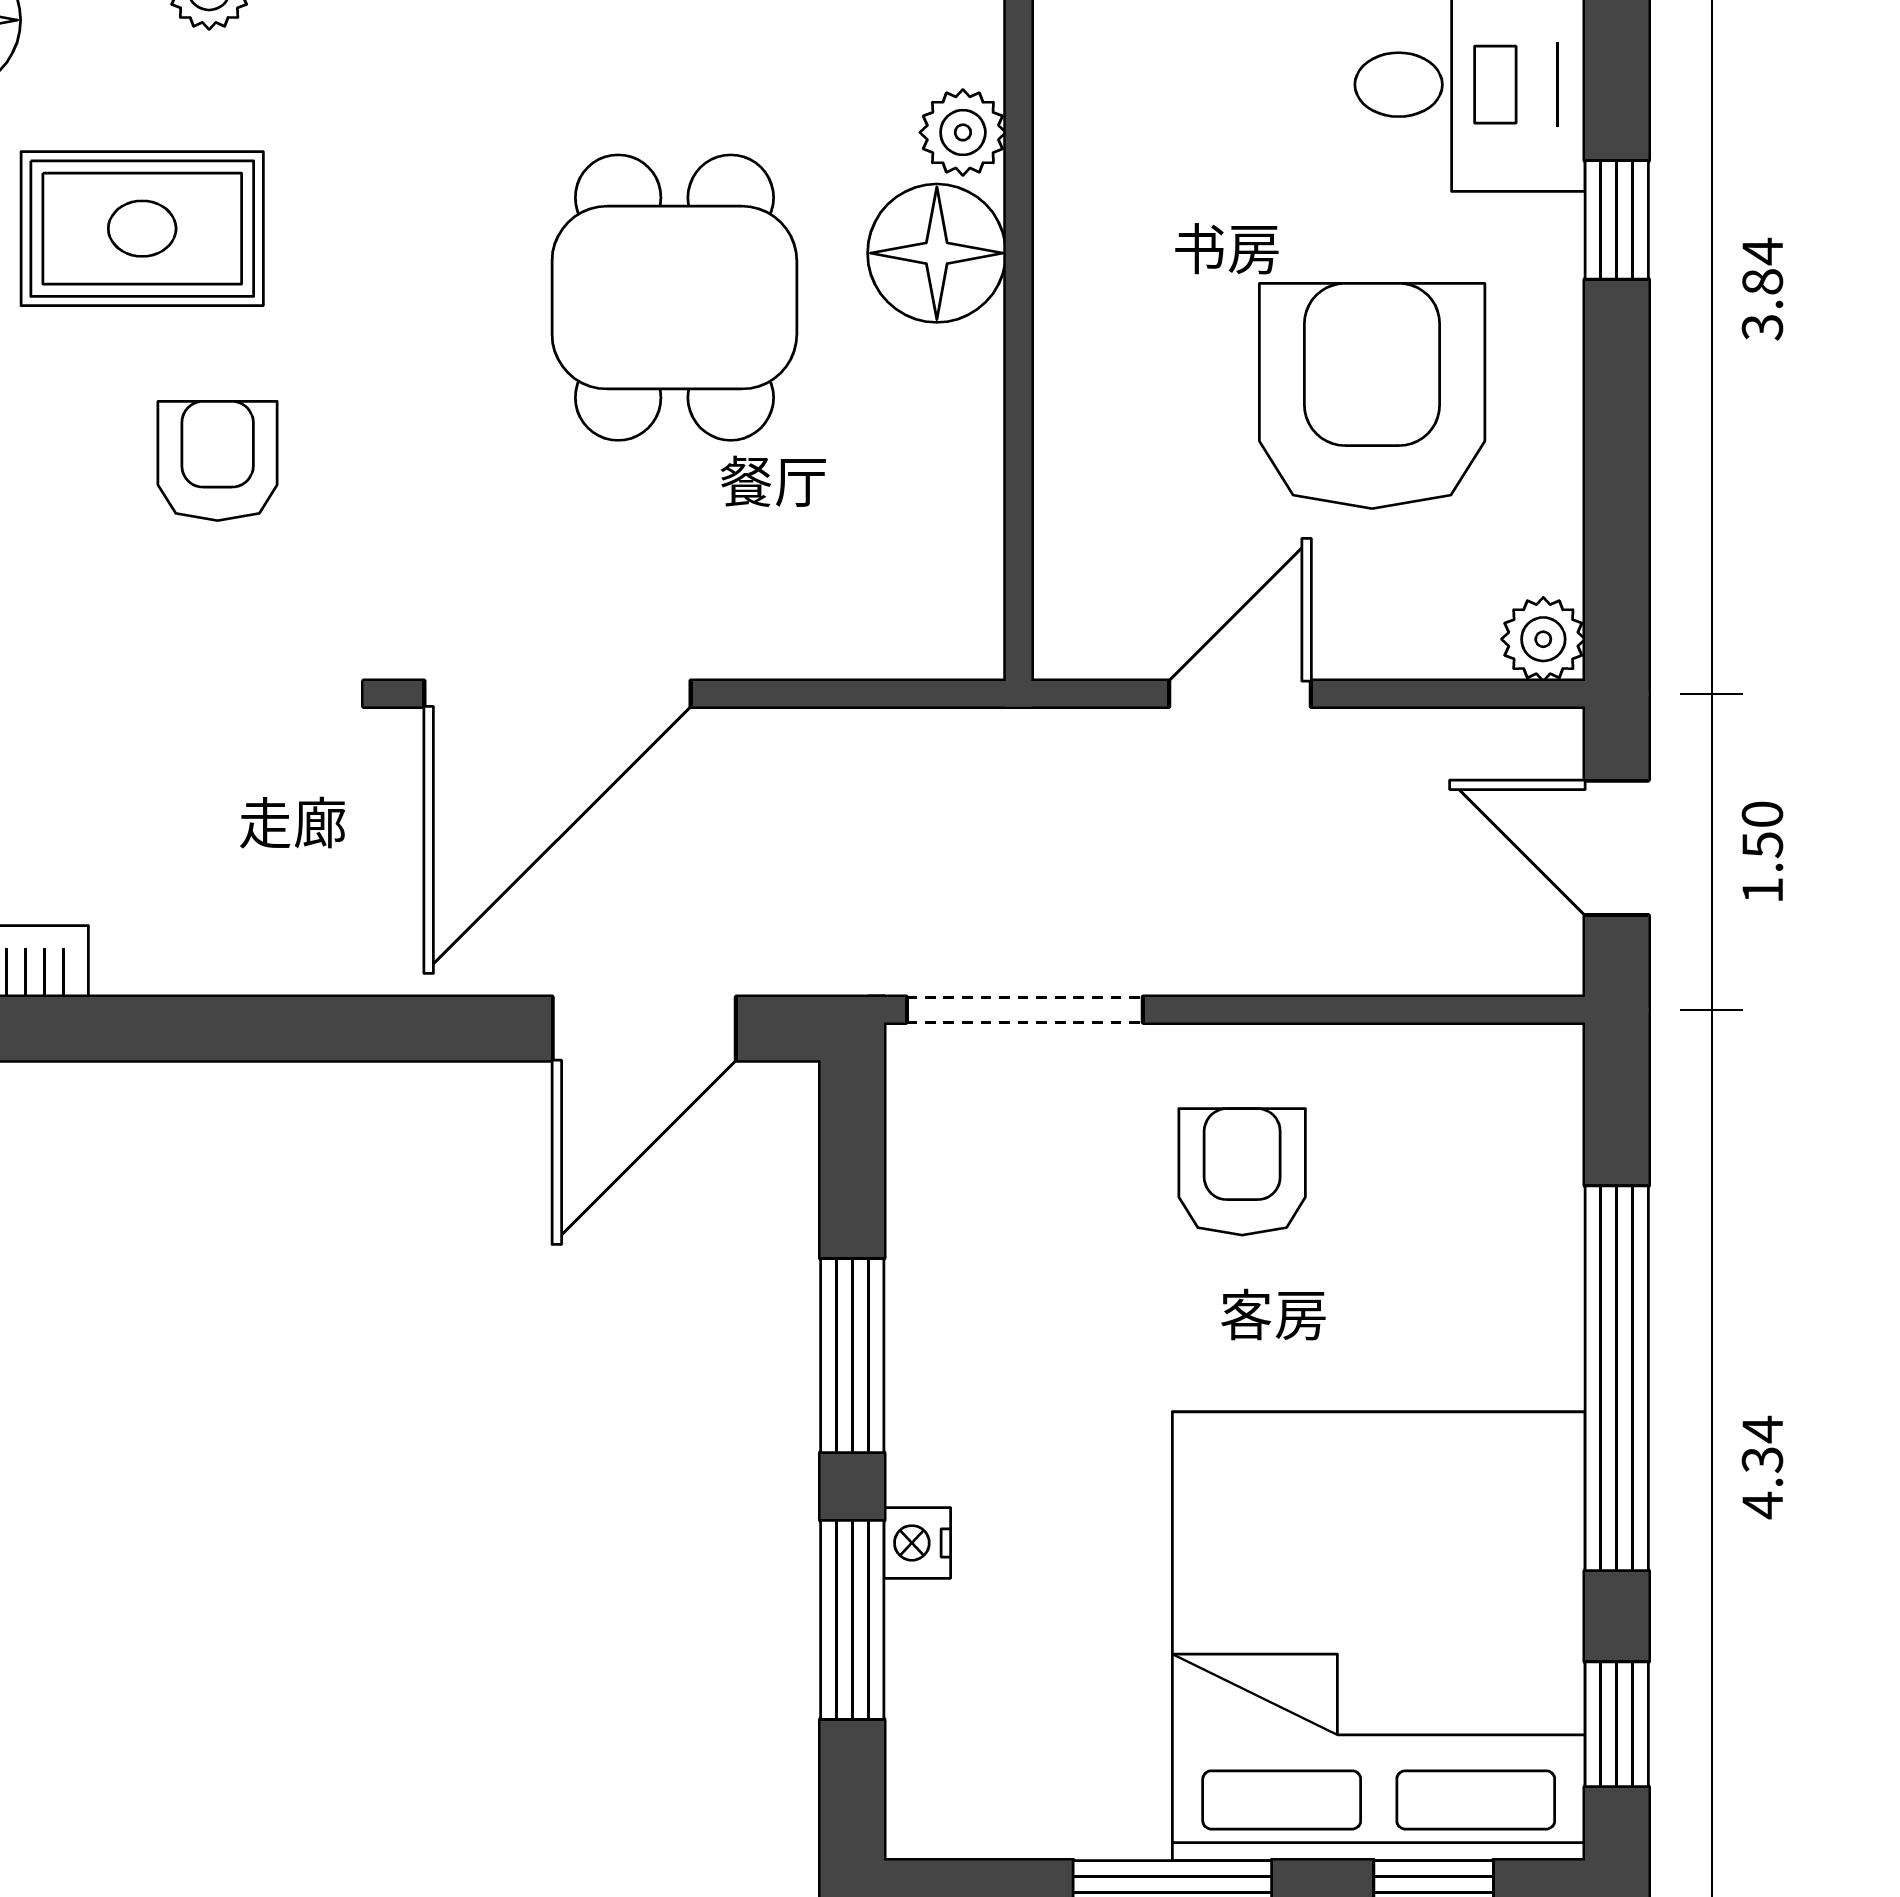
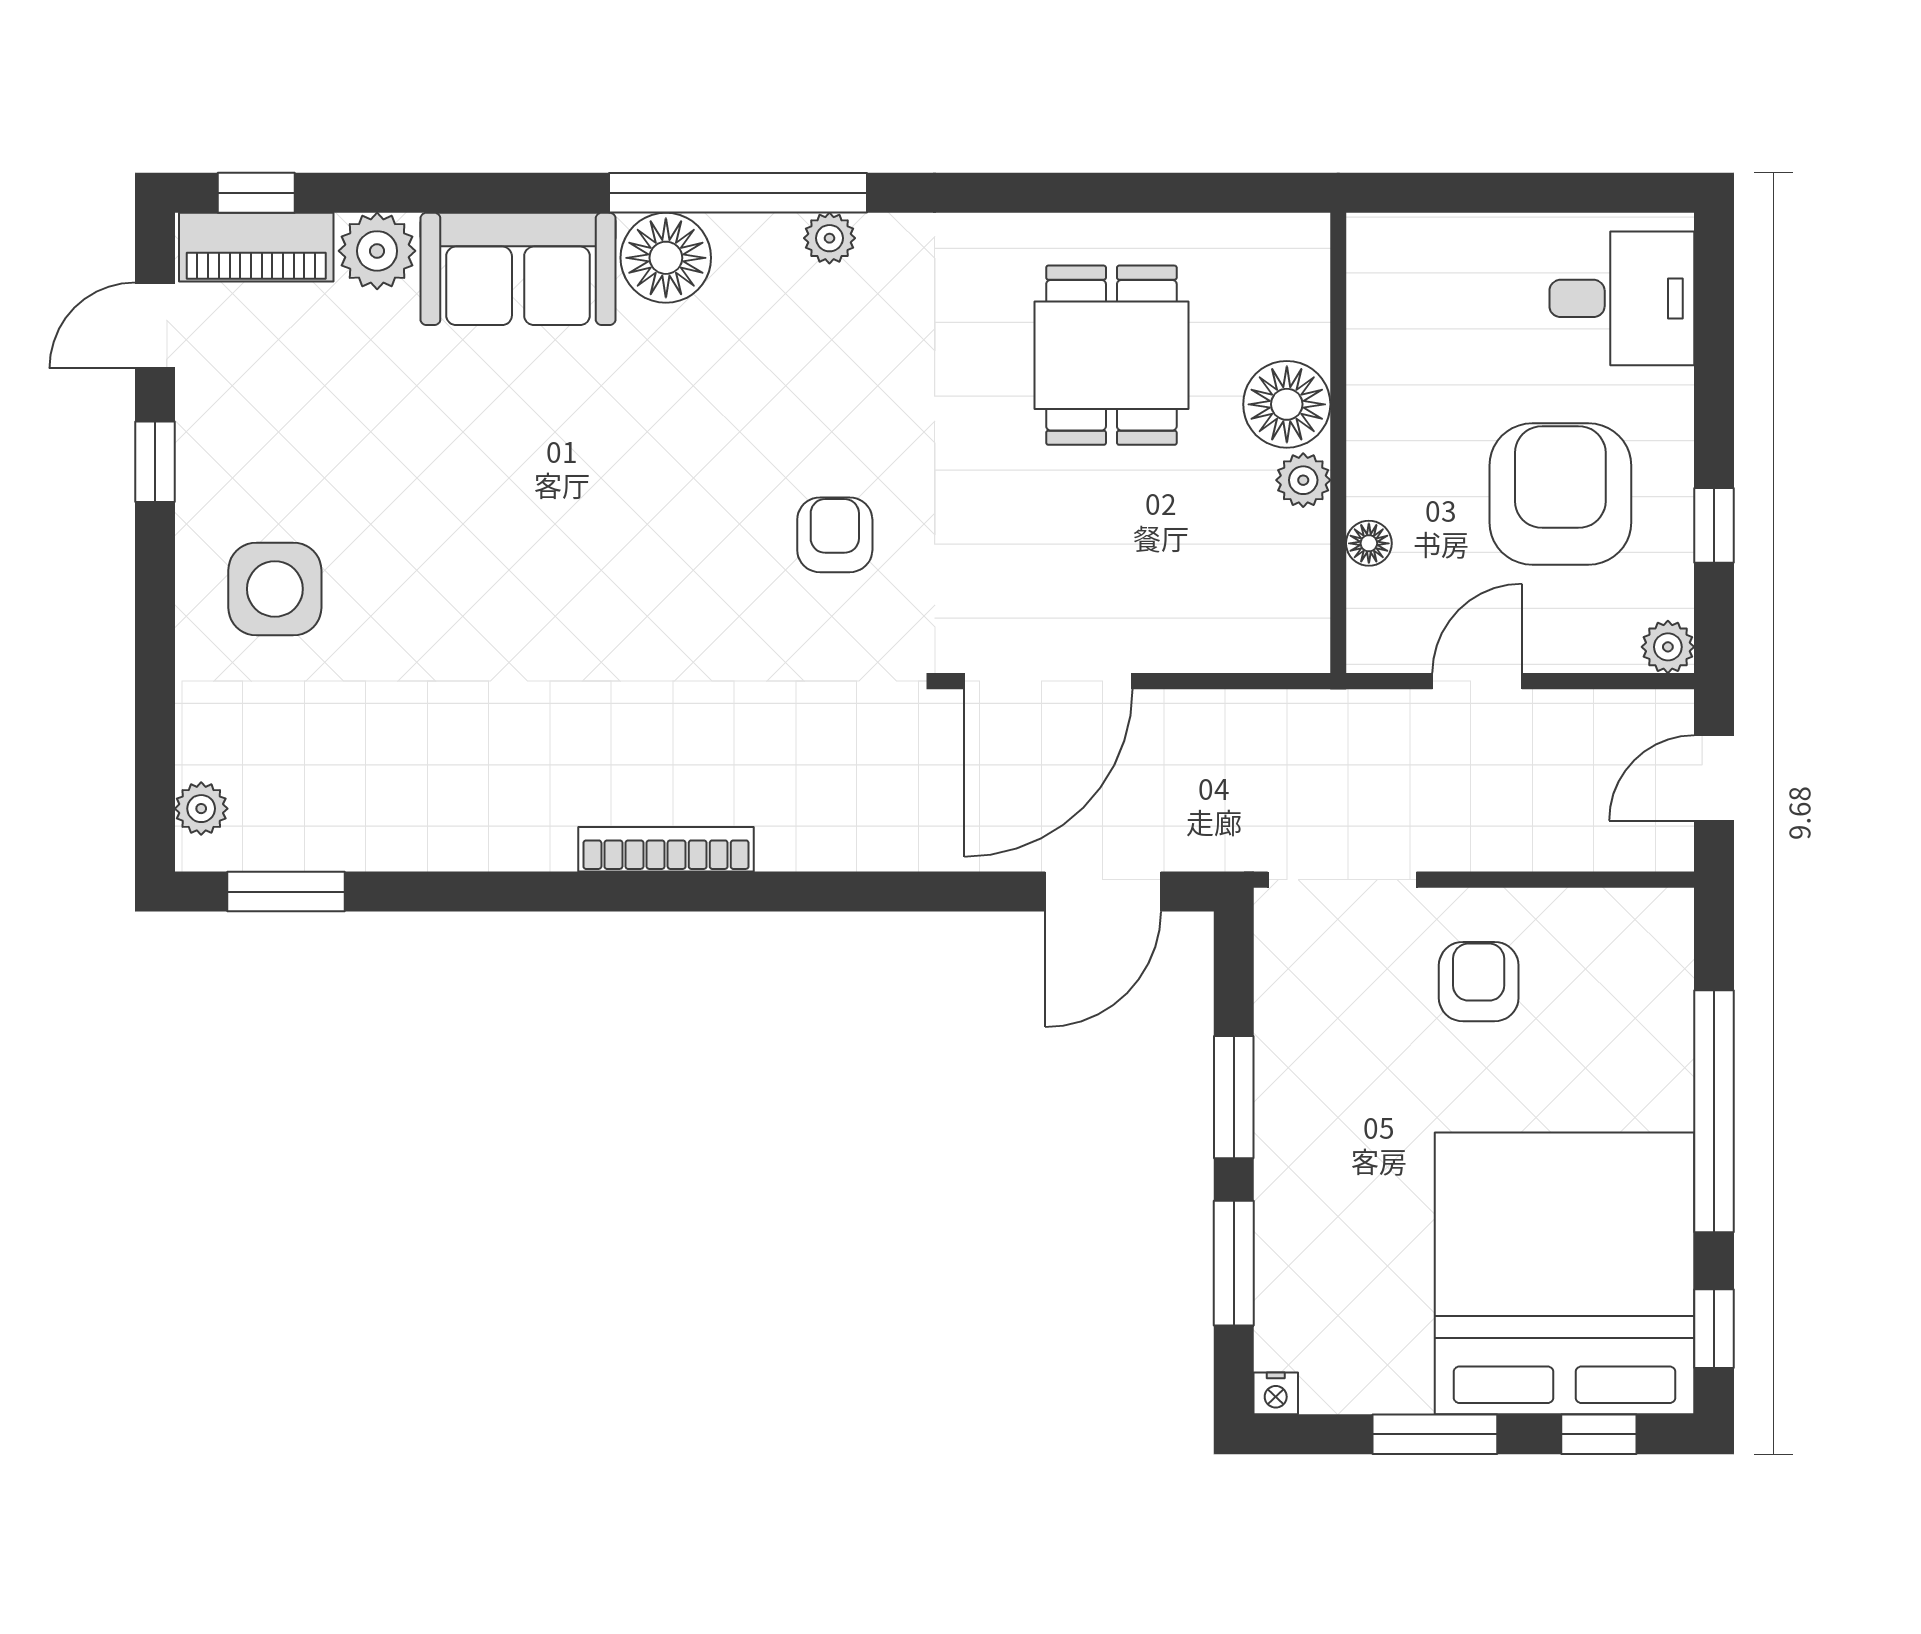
plant: (963, 132) -> (1303, 480), moved
window: (1617, 220) -> (1714, 525), moved
rug: (142, 229) -> (787, 389), removed
dining table: (674, 298) -> (1111, 355), moved
floor lamp: (1067, 474) -> (1369, 543), added
door: (1617, 848) -> (1714, 778), hinge flipped
nightstand: (917, 1543) -> (1276, 1393), moved, turned -90

